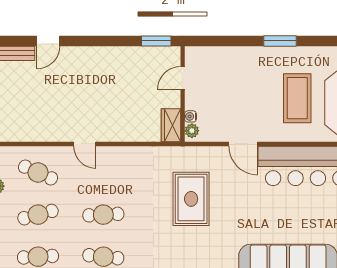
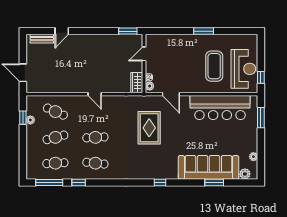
door: (85, 144) -> (95, 94), moved
door: (243, 144) -> (171, 94), moved

